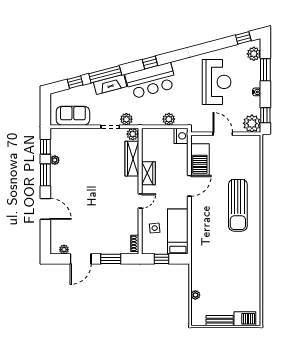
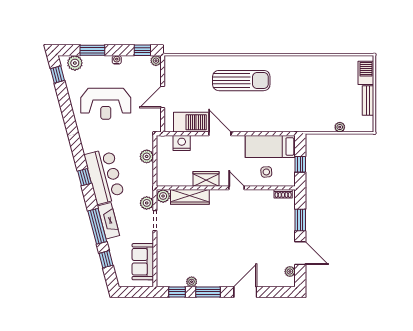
reception desk: (217, 82) -> (106, 104), turned 180
plant: (252, 123) -> (156, 61), width x0.53, depth x0.53
nightstand: (181, 136) -> (182, 143), moved

